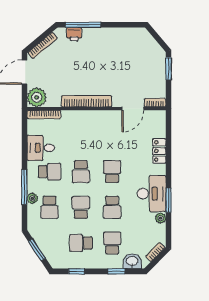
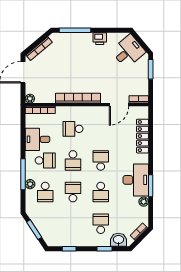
printer: (74, 34) -> (100, 39), moved
desk: (143, 48) -> (128, 51), added
plant: (37, 97) -> (30, 99), width x0.53, depth x0.53
locker: (159, 151) -> (143, 136), width x1.53
school desk: (81, 243) -> (73, 129), moved

